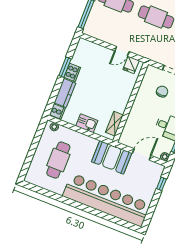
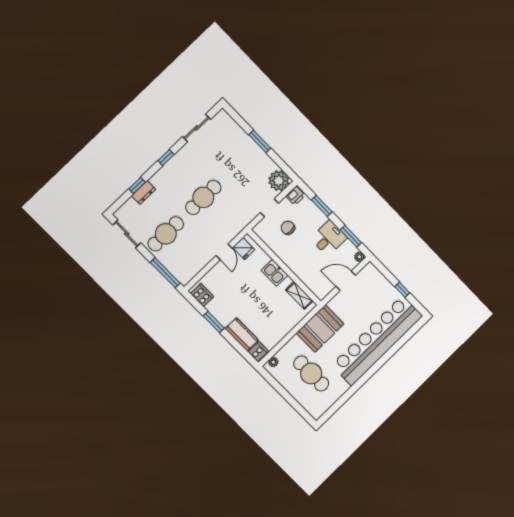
cooker: (72, 72) -> (202, 295), moved
kitchen sink: (87, 123) -> (275, 273), moved, turned -90
door: (142, 154) -> (346, 281), hinge flipped
booth: (112, 157) -> (320, 329), moved
window: (161, 184) -> (402, 290), moved

